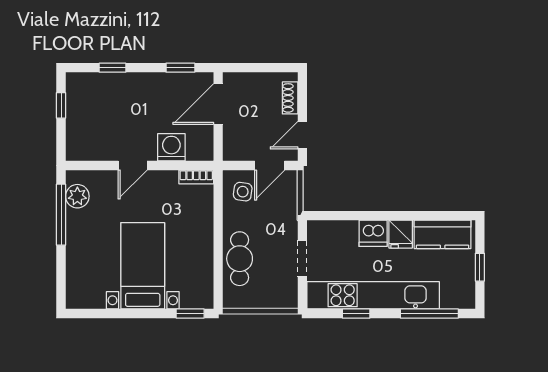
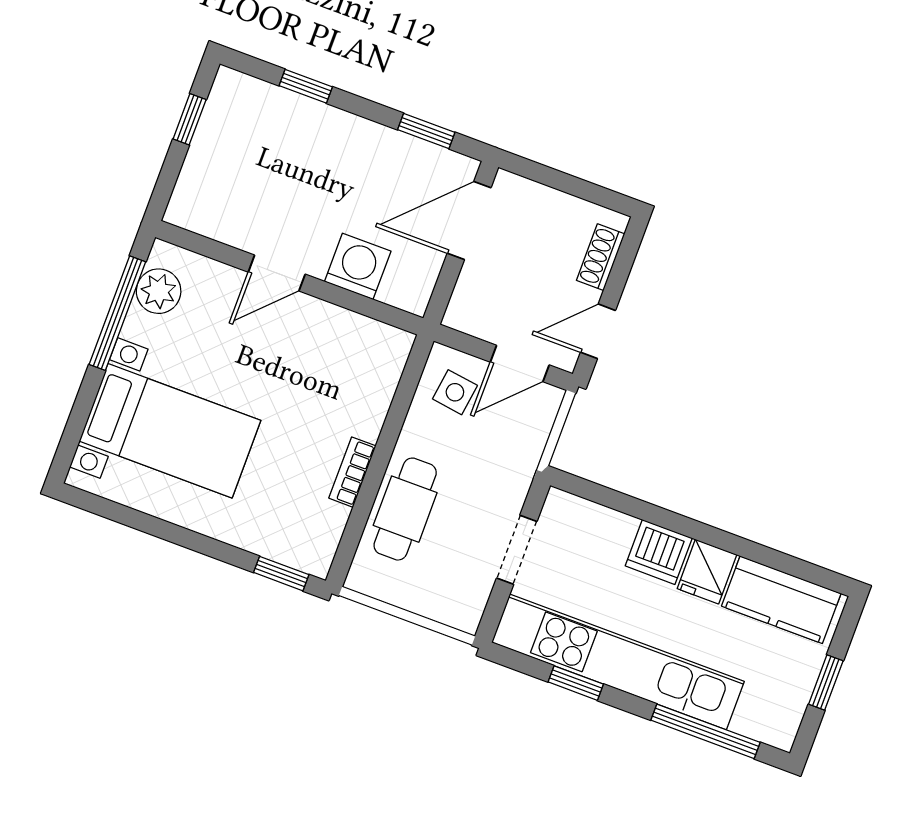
bookcase: (196, 177) -> (352, 472), moved, turned 90
bed with nightstands: (143, 266) -> (170, 431), moved, turned 90

